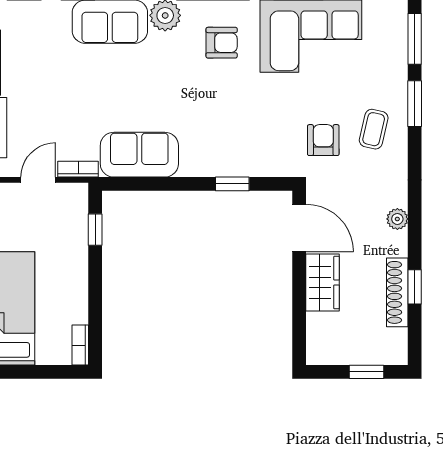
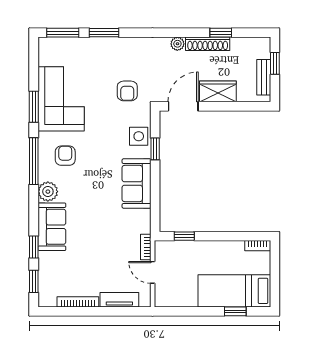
coffee table: (374, 129) -> (120, 59), removed
armchair: (323, 140) -> (127, 91), turned -90
sofa: (139, 155) -> (137, 183), moved
side table: (252, 158) -> (139, 136), added
shoe rack: (397, 292) -> (208, 44), moved
bench: (345, 355) -> (264, 77), added

